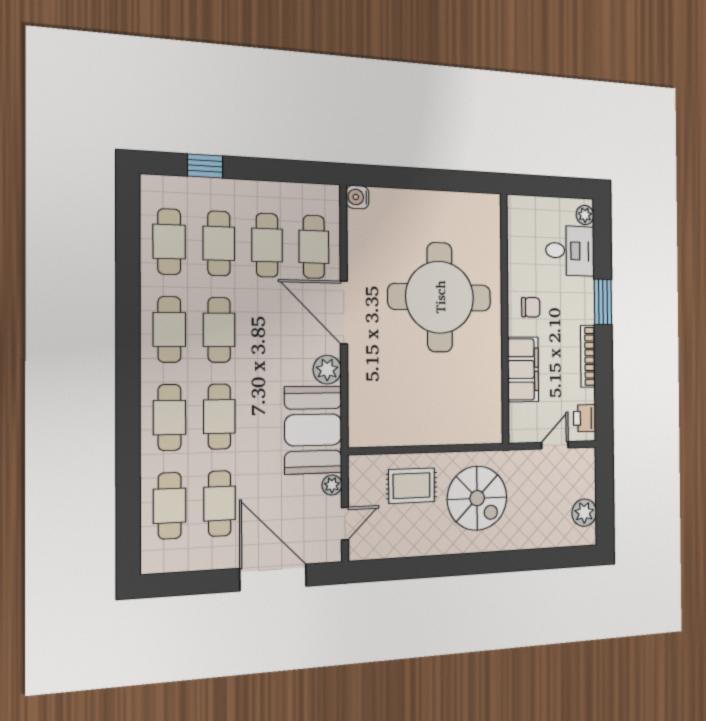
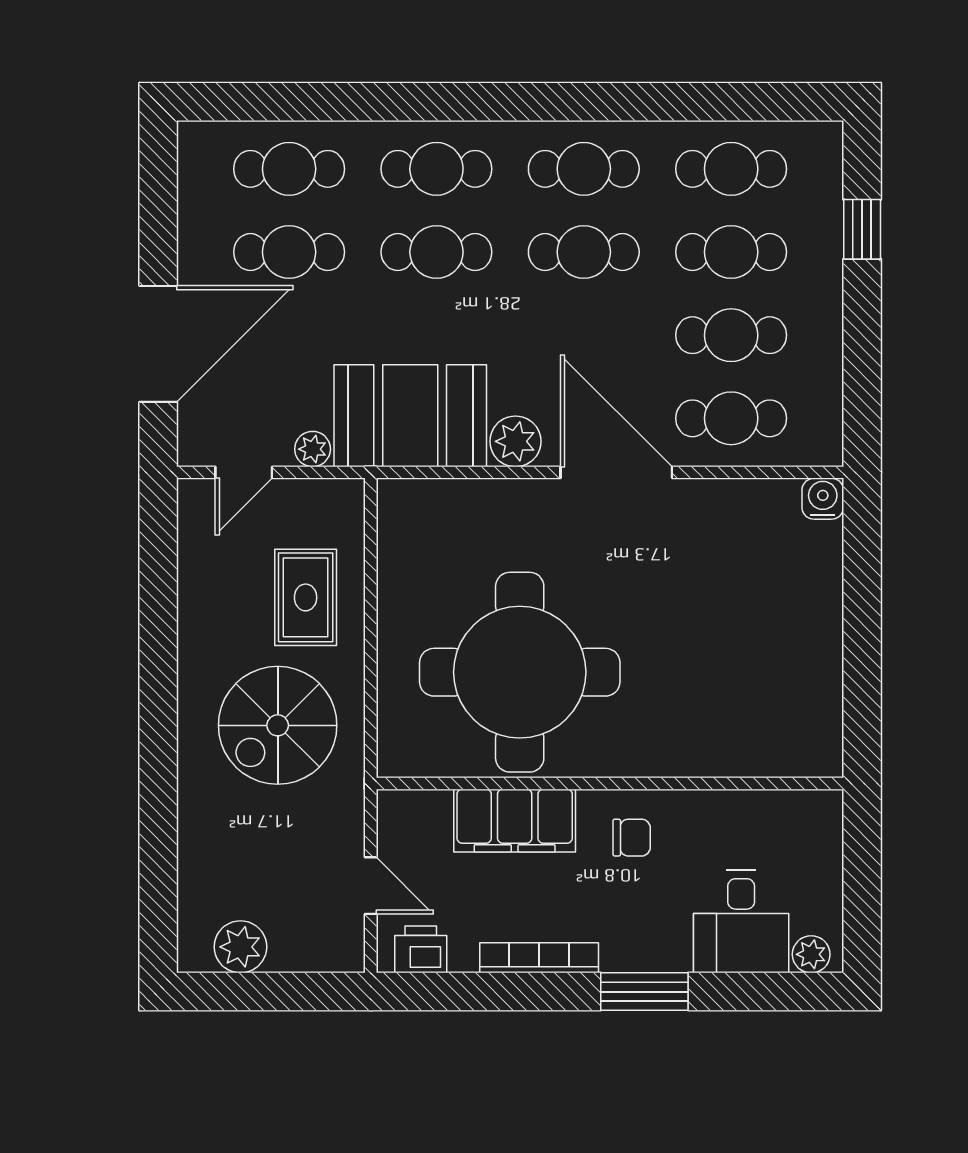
round table: (440, 297) -> (520, 672), moved
chair: (531, 307) -> (632, 838), turned -90
door: (344, 313) -> (616, 472), hinge flipped
door: (345, 524) -> (244, 472), hinge flipped

